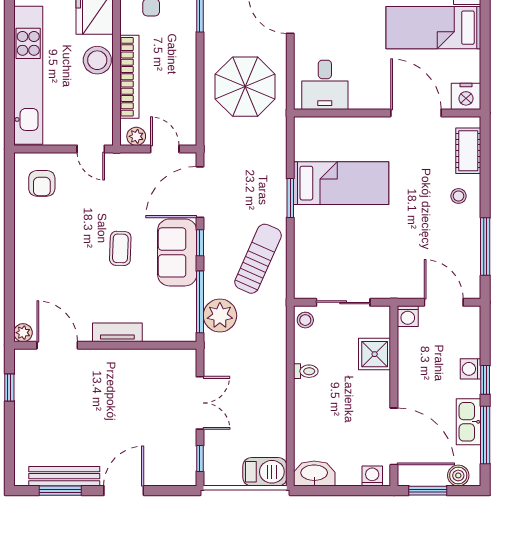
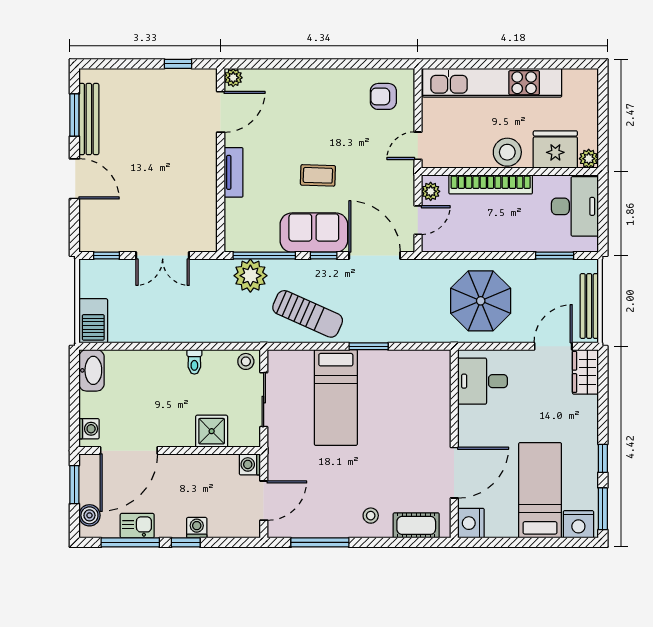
bed: (341, 183) -> (336, 397), moved
kitchen sink: (469, 422) -> (137, 526), width x0.73

